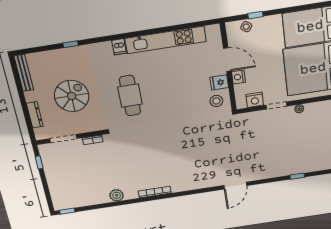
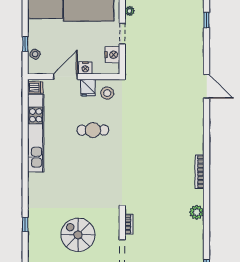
dishwasher: (119, 47) -> (35, 88), moved
cafe table: (130, 96) -> (93, 130), moved, width x0.73, depth x0.74

